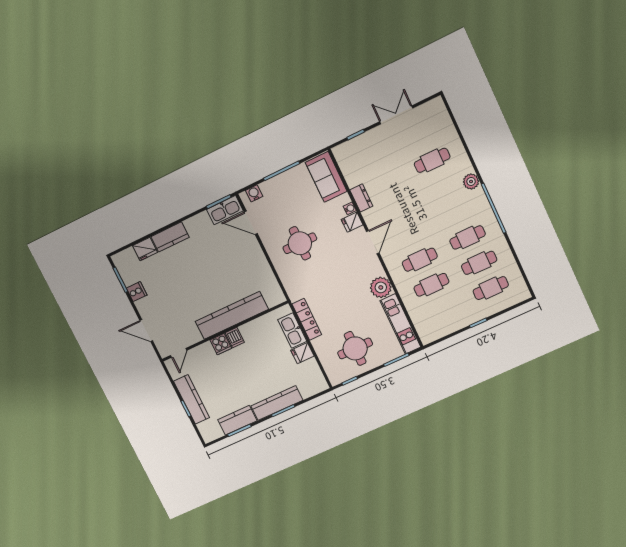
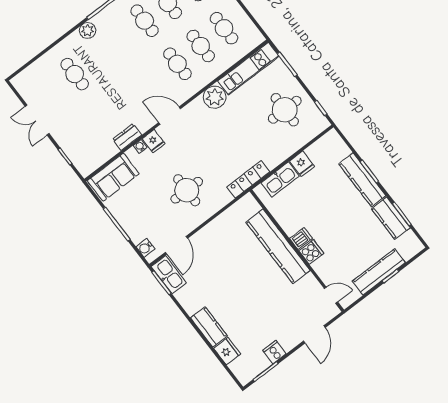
cafe table: (443, 310) -> (224, 28), added
locker: (307, 319) -> (248, 179), moved

